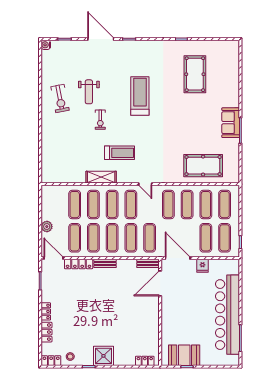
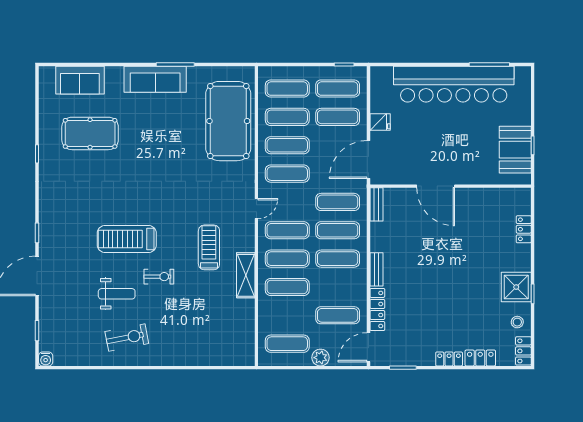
sofa: (230, 67) -> (80, 80), added
treadmill: (140, 96) -> (127, 239), moved
sofa: (231, 123) -> (155, 79), width x1.36
pool table: (203, 166) -> (228, 121), width x1.36, depth x1.32
exercise mat: (75, 205) -> (287, 344), moved
exercise mat: (93, 238) -> (338, 287), removed
door: (160, 283) -> (436, 186), moved
shower: (103, 356) -> (516, 287), moved
locker: (145, 361) -> (524, 229), moved

